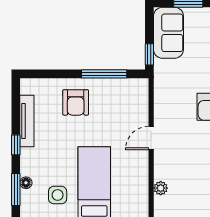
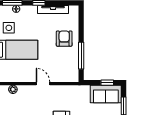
window: (149, 54) -> (107, 83), moved
armchair: (76, 102) -> (64, 39), turned 90

